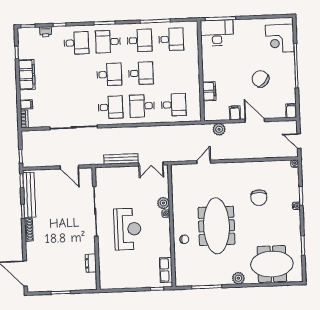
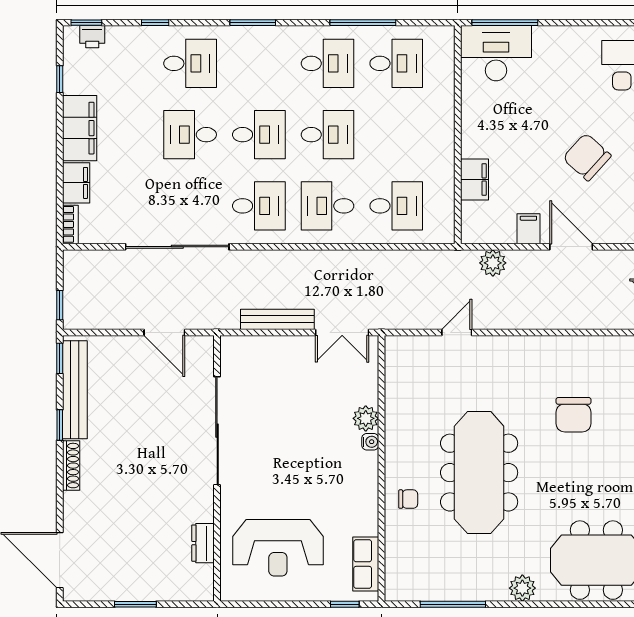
printer: (46, 32) -> (92, 37), moved
desk: (108, 42) -> (190, 135), moved
filing cabinet: (26, 104) -> (76, 183), width x2.00
reception desk: (127, 229) -> (278, 548), moved, turned 90

